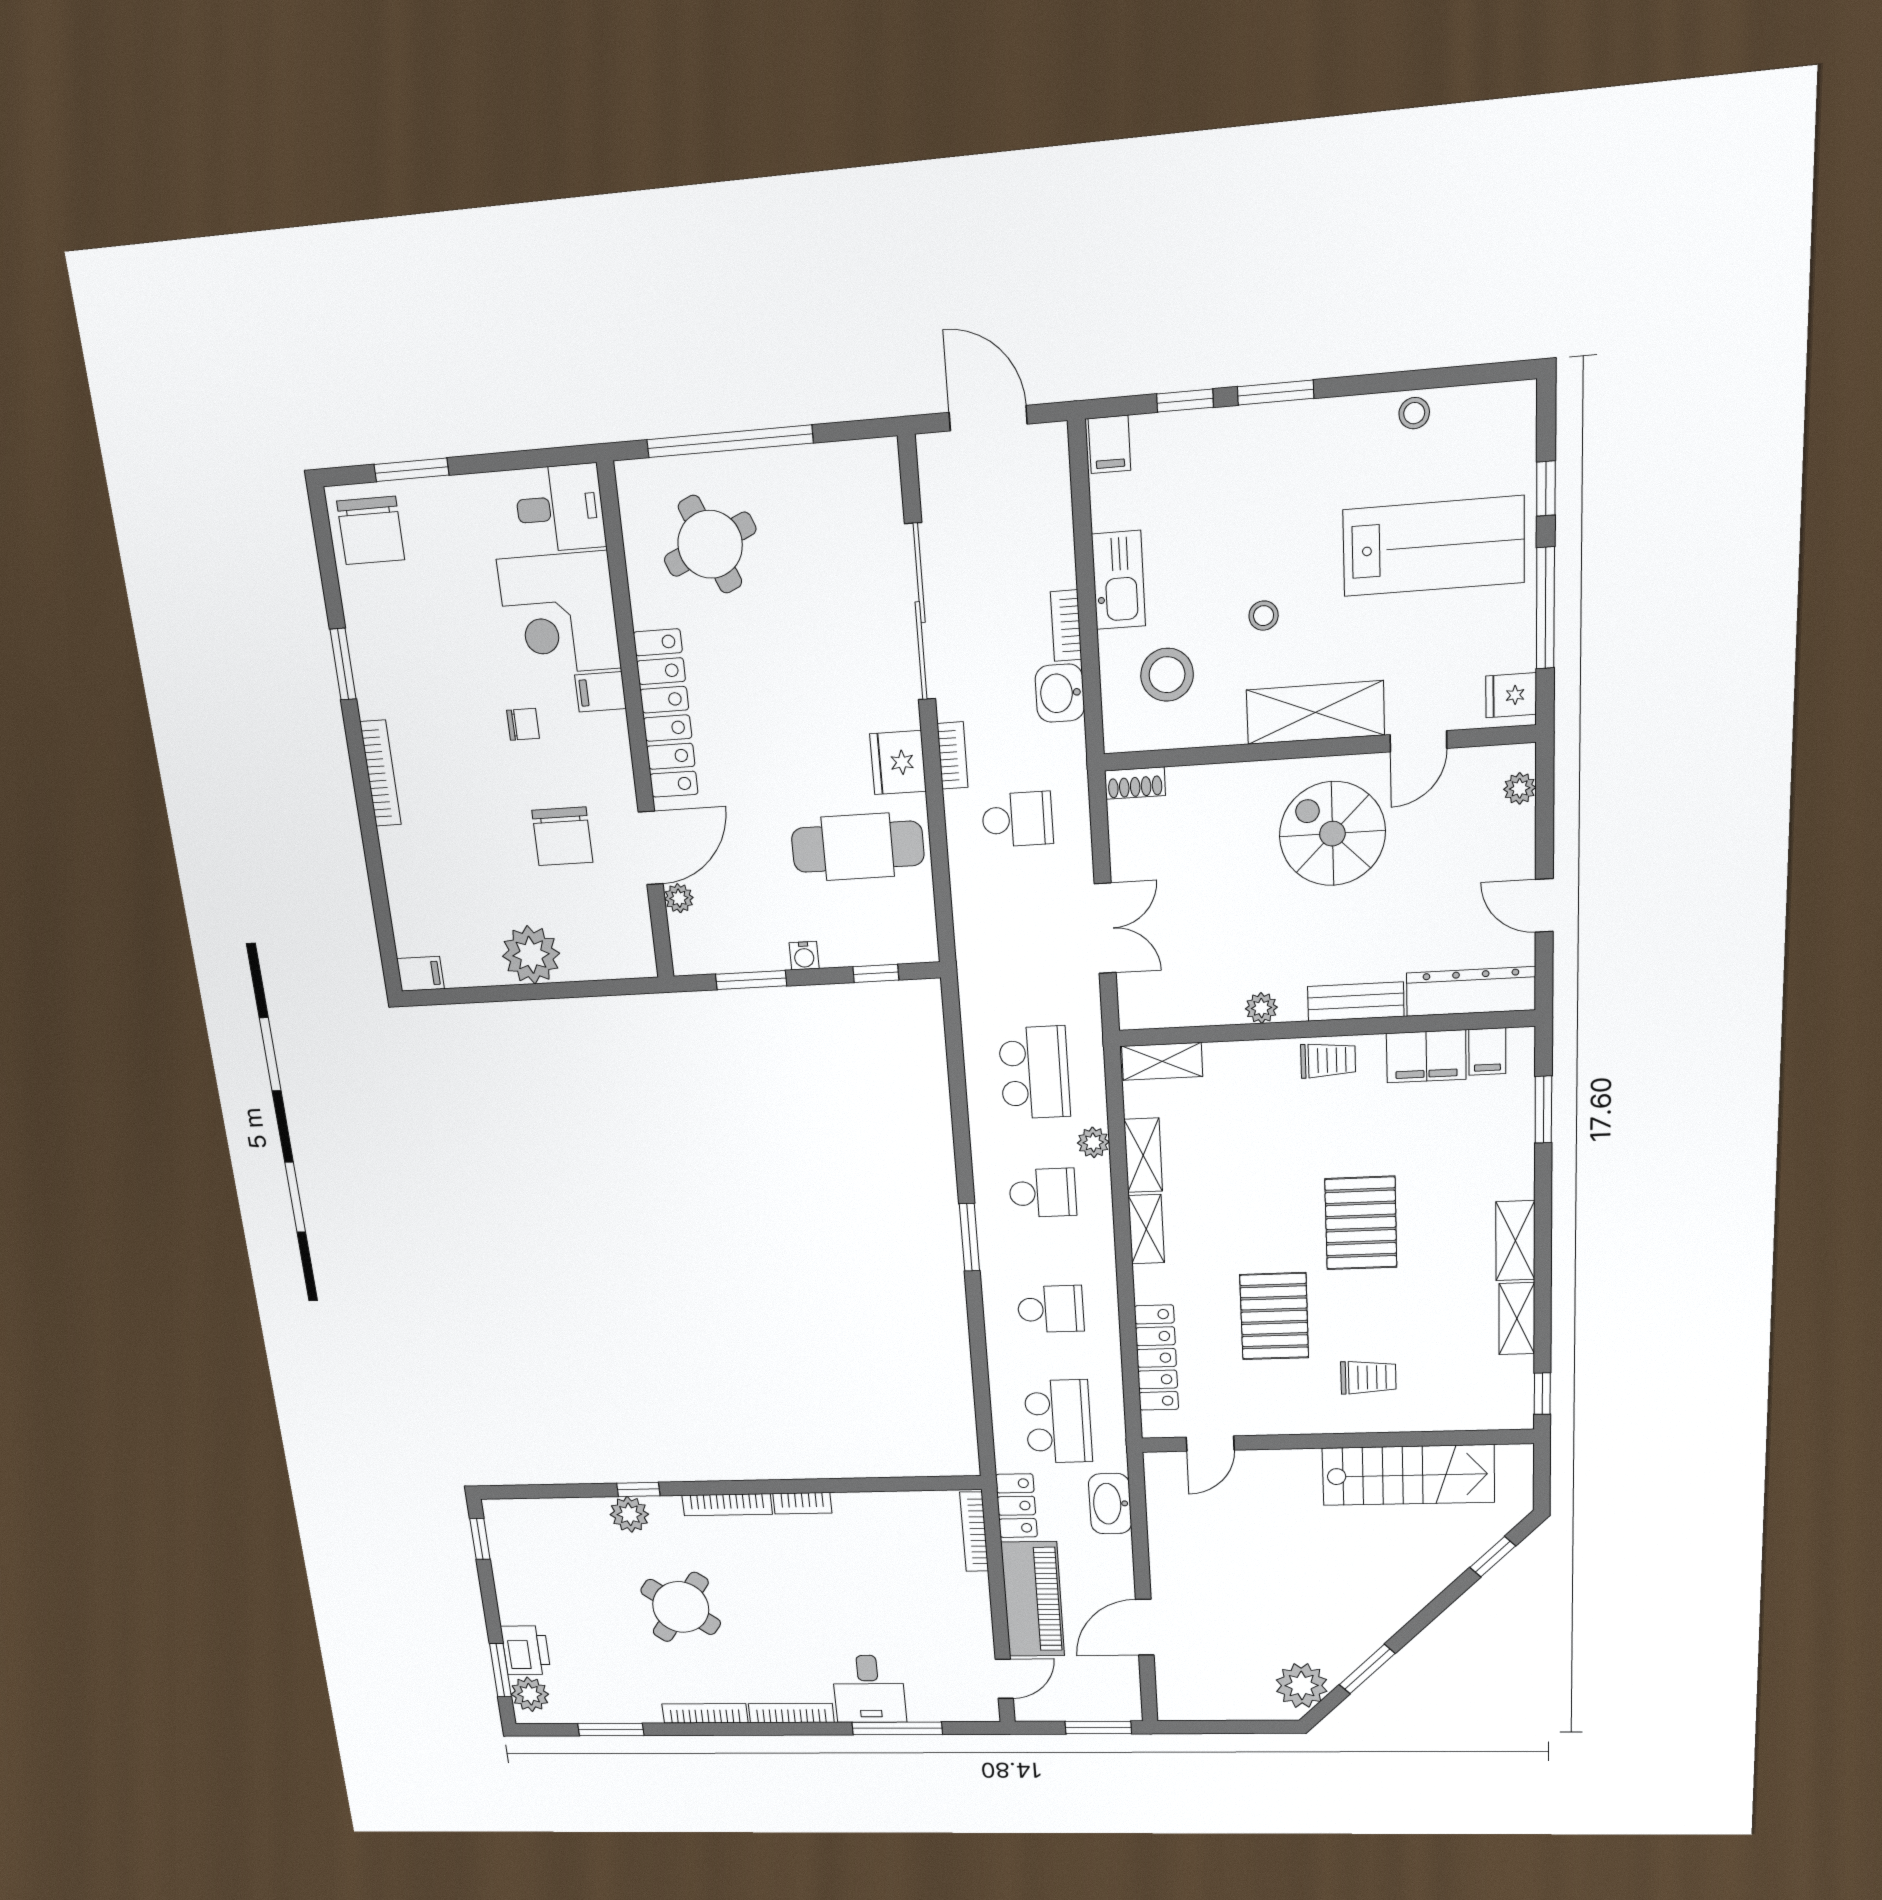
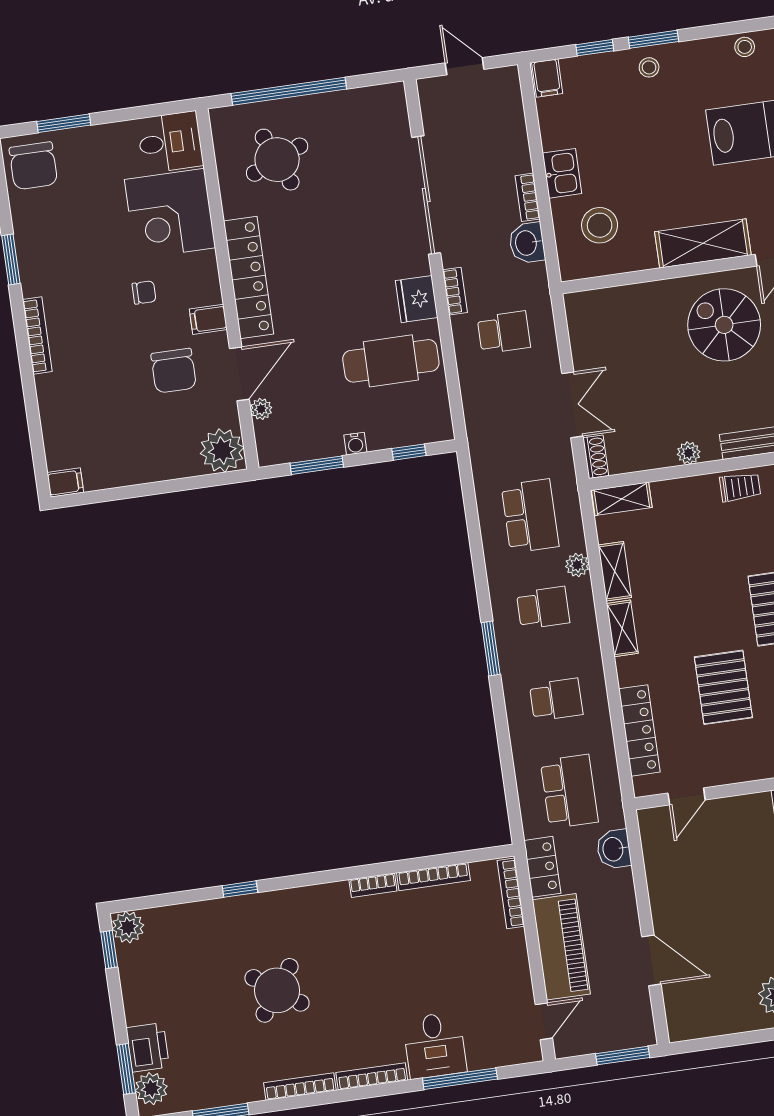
door: (988, 418) -> (465, 66), width x0.73
kitchen sink: (1118, 580) -> (562, 173), width x0.73
stool: (1264, 616) -> (649, 67), moved
filing cabinet: (600, 692) -> (208, 319), moved
shoe rack: (1135, 783) -> (596, 457), moved, turned -90
plant: (531, 955) -> (222, 450), moved
washbasin: (1110, 1504) -> (614, 849), width x0.72
bookcase: (727, 1505) -> (433, 877), moved
plant: (629, 1514) -> (128, 927), moved
door: (1145, 1627) -> (651, 960), swing flipped

